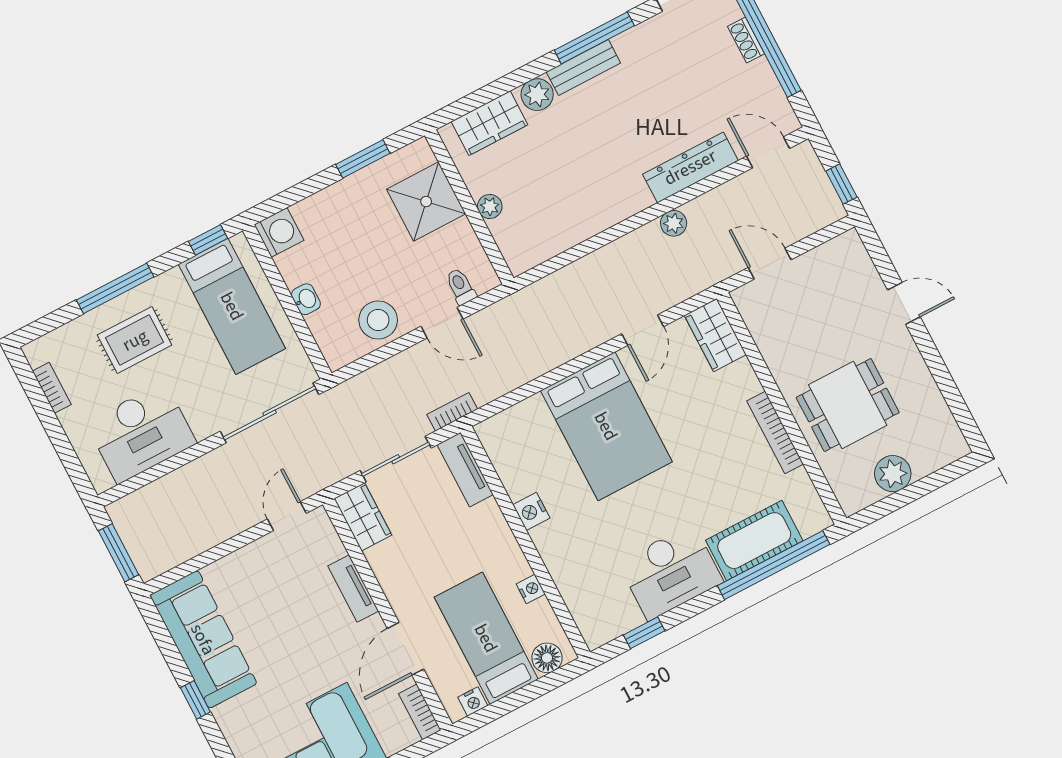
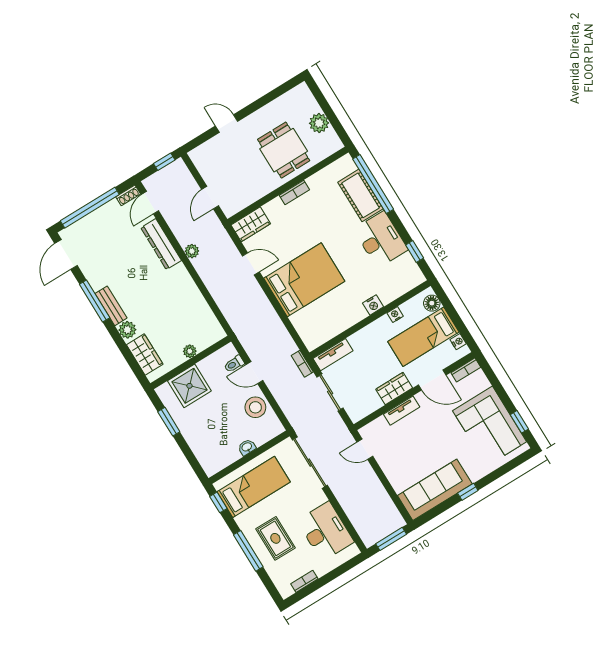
shoe rack: (746, 40) -> (128, 195), moved
washing machine: (279, 232) -> (212, 464), removed
door: (904, 303) -> (227, 124), hinge flipped
door: (442, 323) -> (254, 373), swing flipped
bookcase: (775, 432) -> (294, 192), width x0.64
nightstand: (531, 511) -> (373, 305), moved
wardrobe: (363, 517) -> (394, 389), moved

